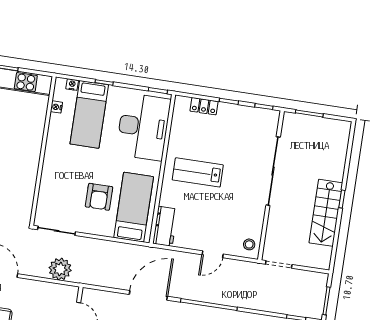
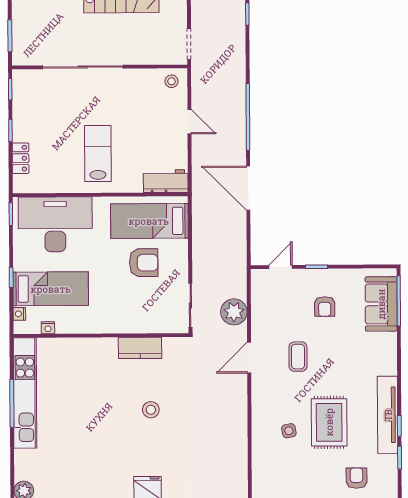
lab bench: (198, 172) -> (98, 153), turned 180
kitchen counter: (27, 182) -> (140, 348), added
plant: (60, 269) -> (234, 312), moved

